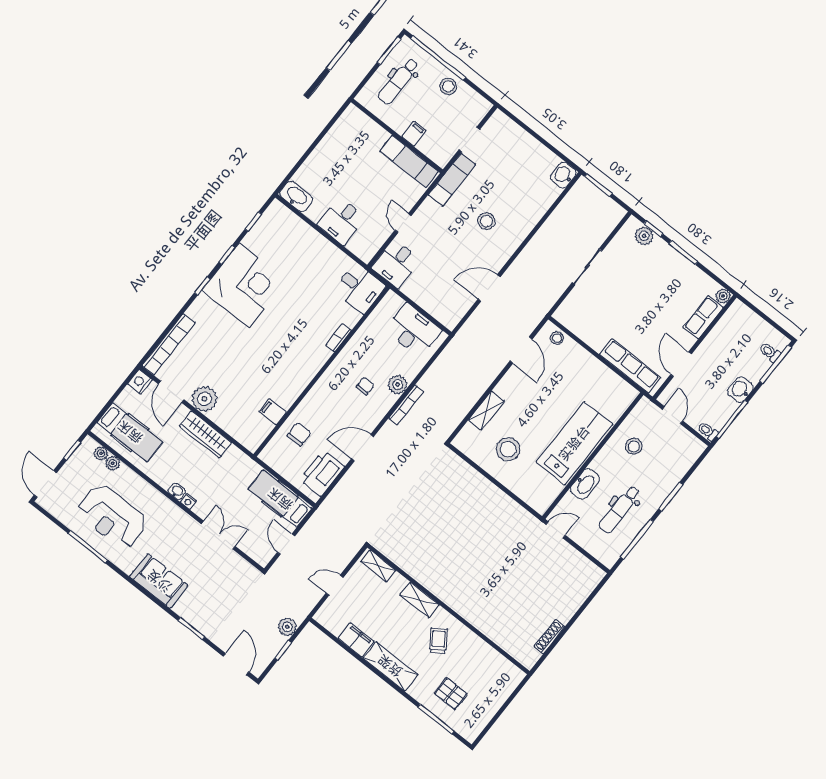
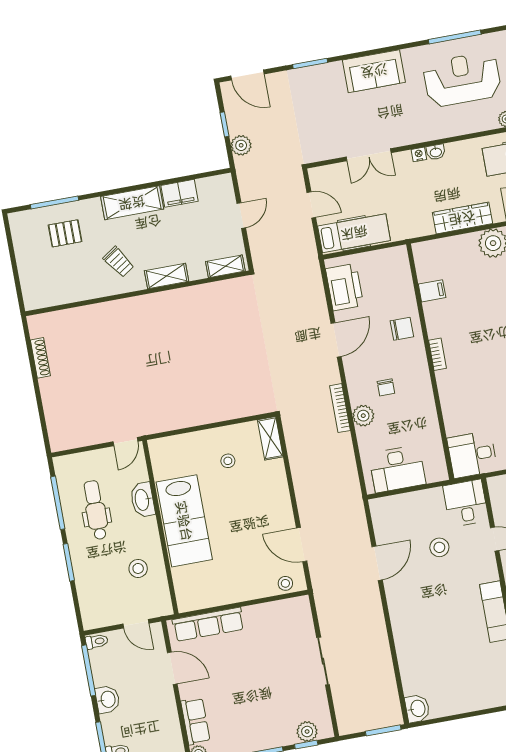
stool: (486, 221) -> (439, 547), moved
bookcase: (339, 338) -> (437, 354), moved
shelving: (486, 411) -> (270, 438), moved
chair: (299, 434) -> (402, 329), moved, turned -90
stool: (508, 449) -> (228, 461), width x0.53, depth x0.53

